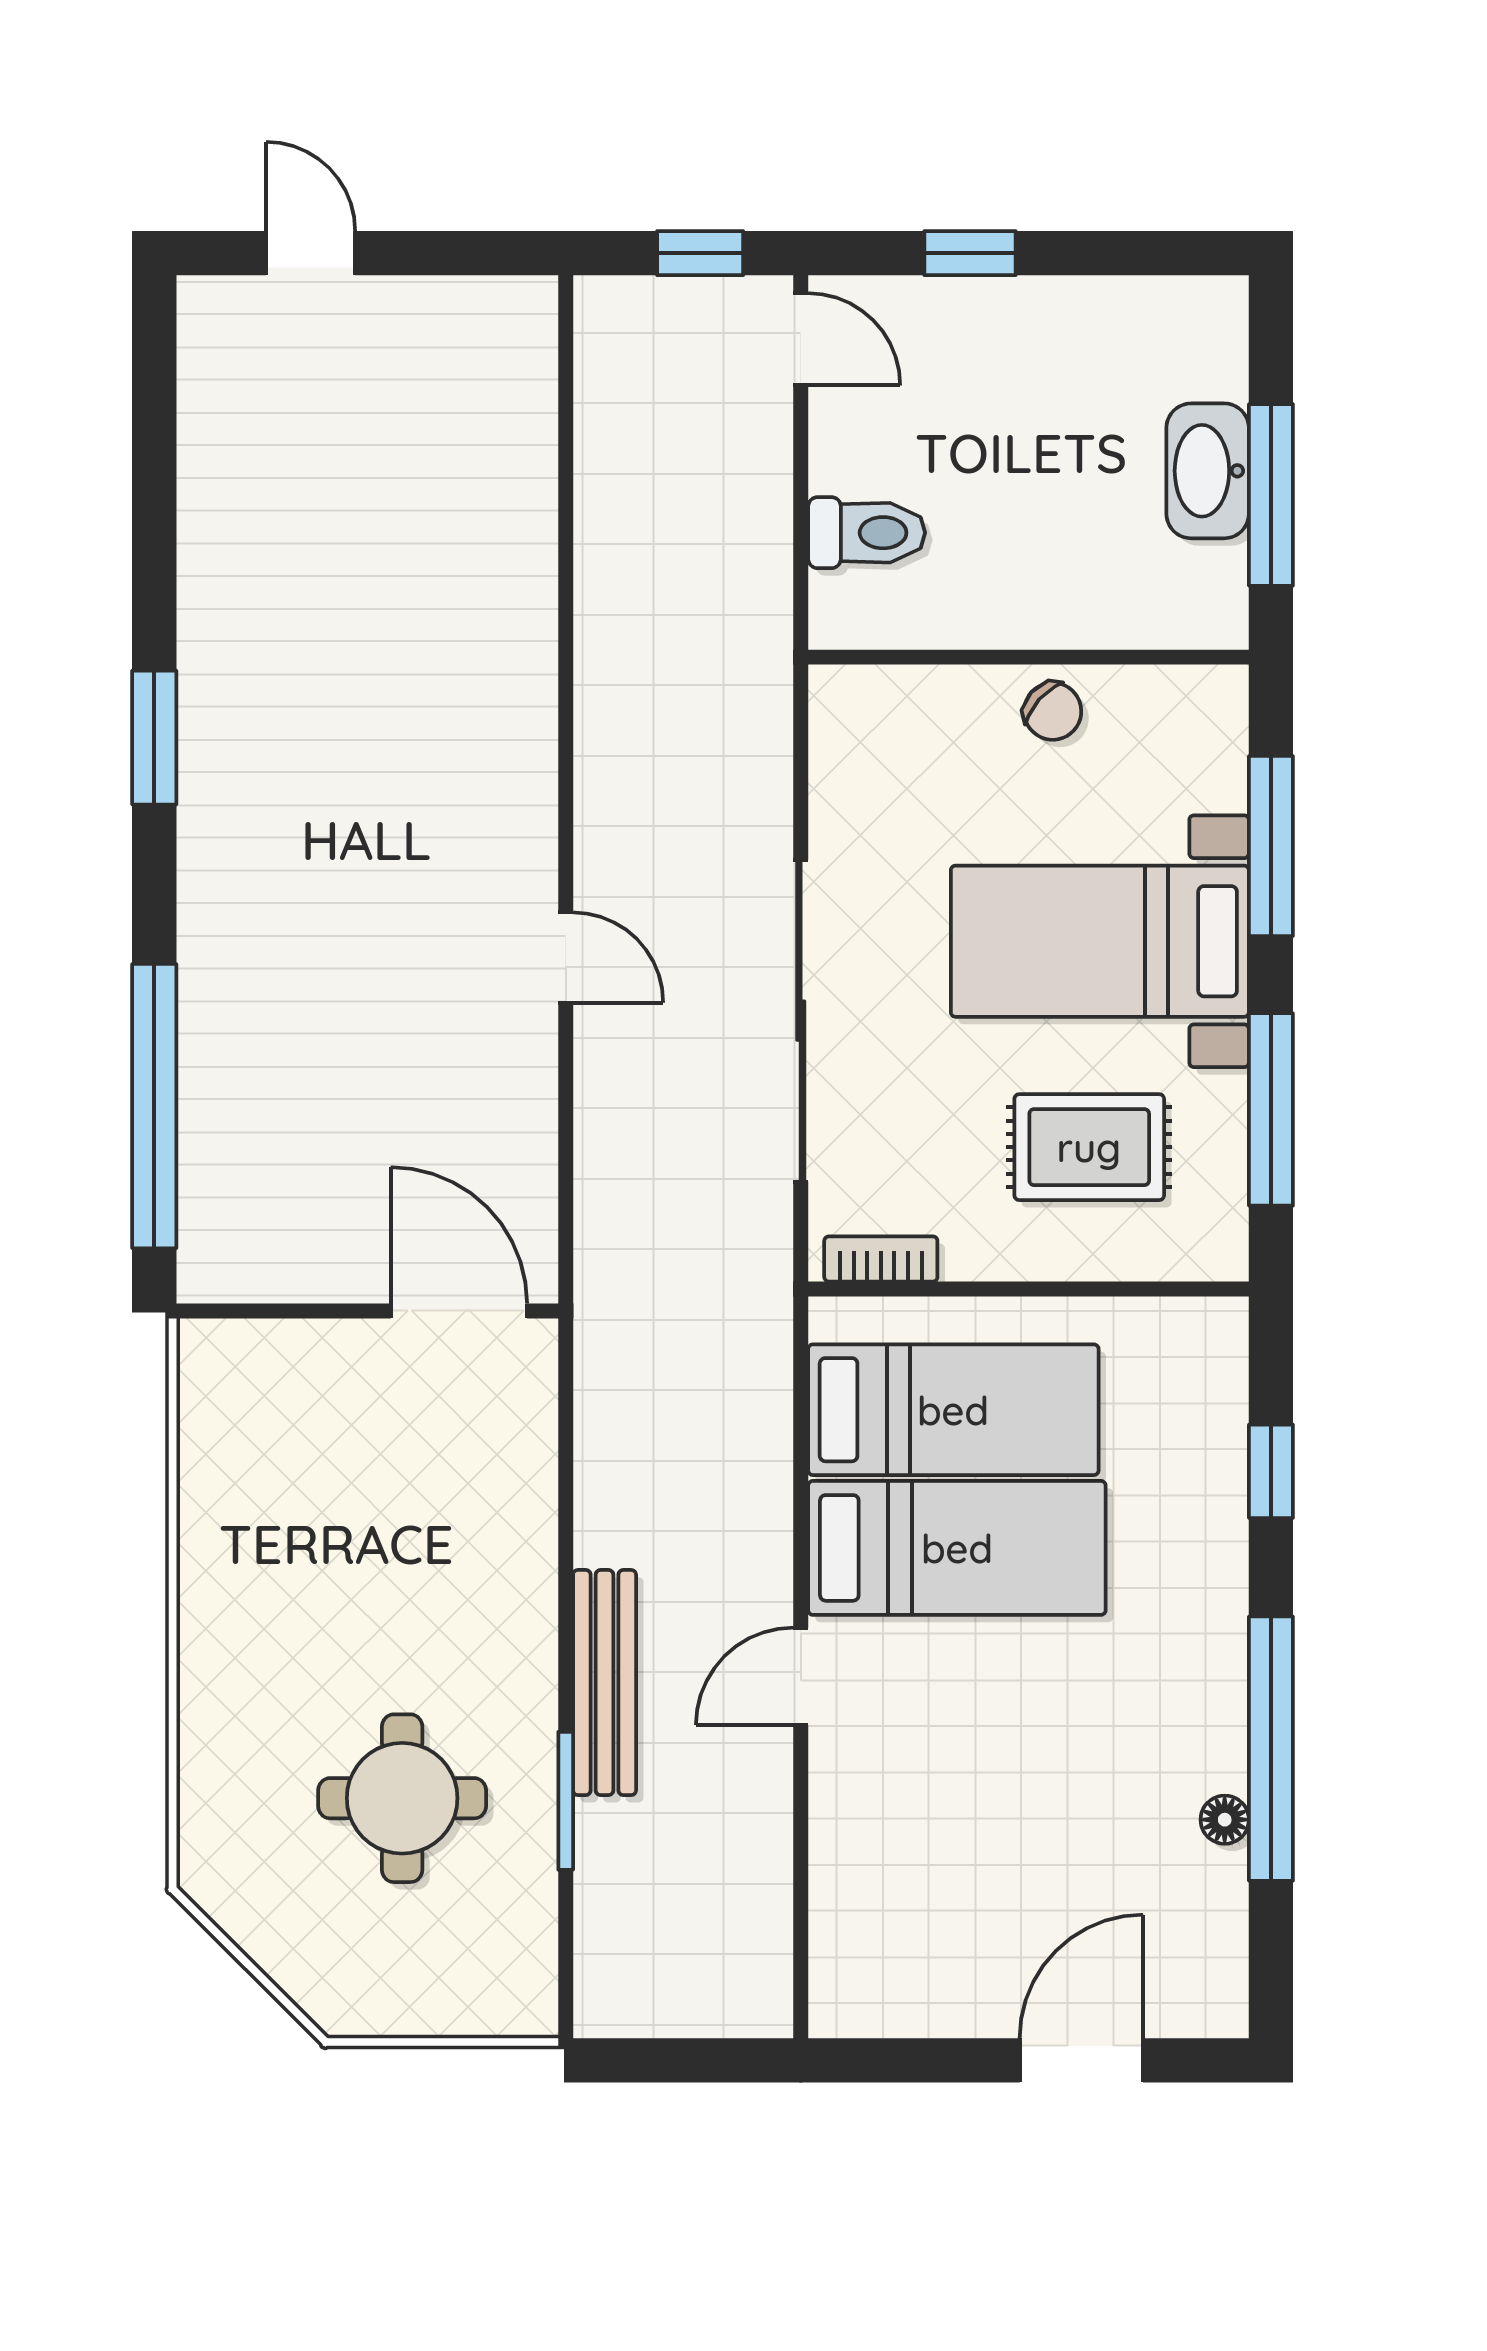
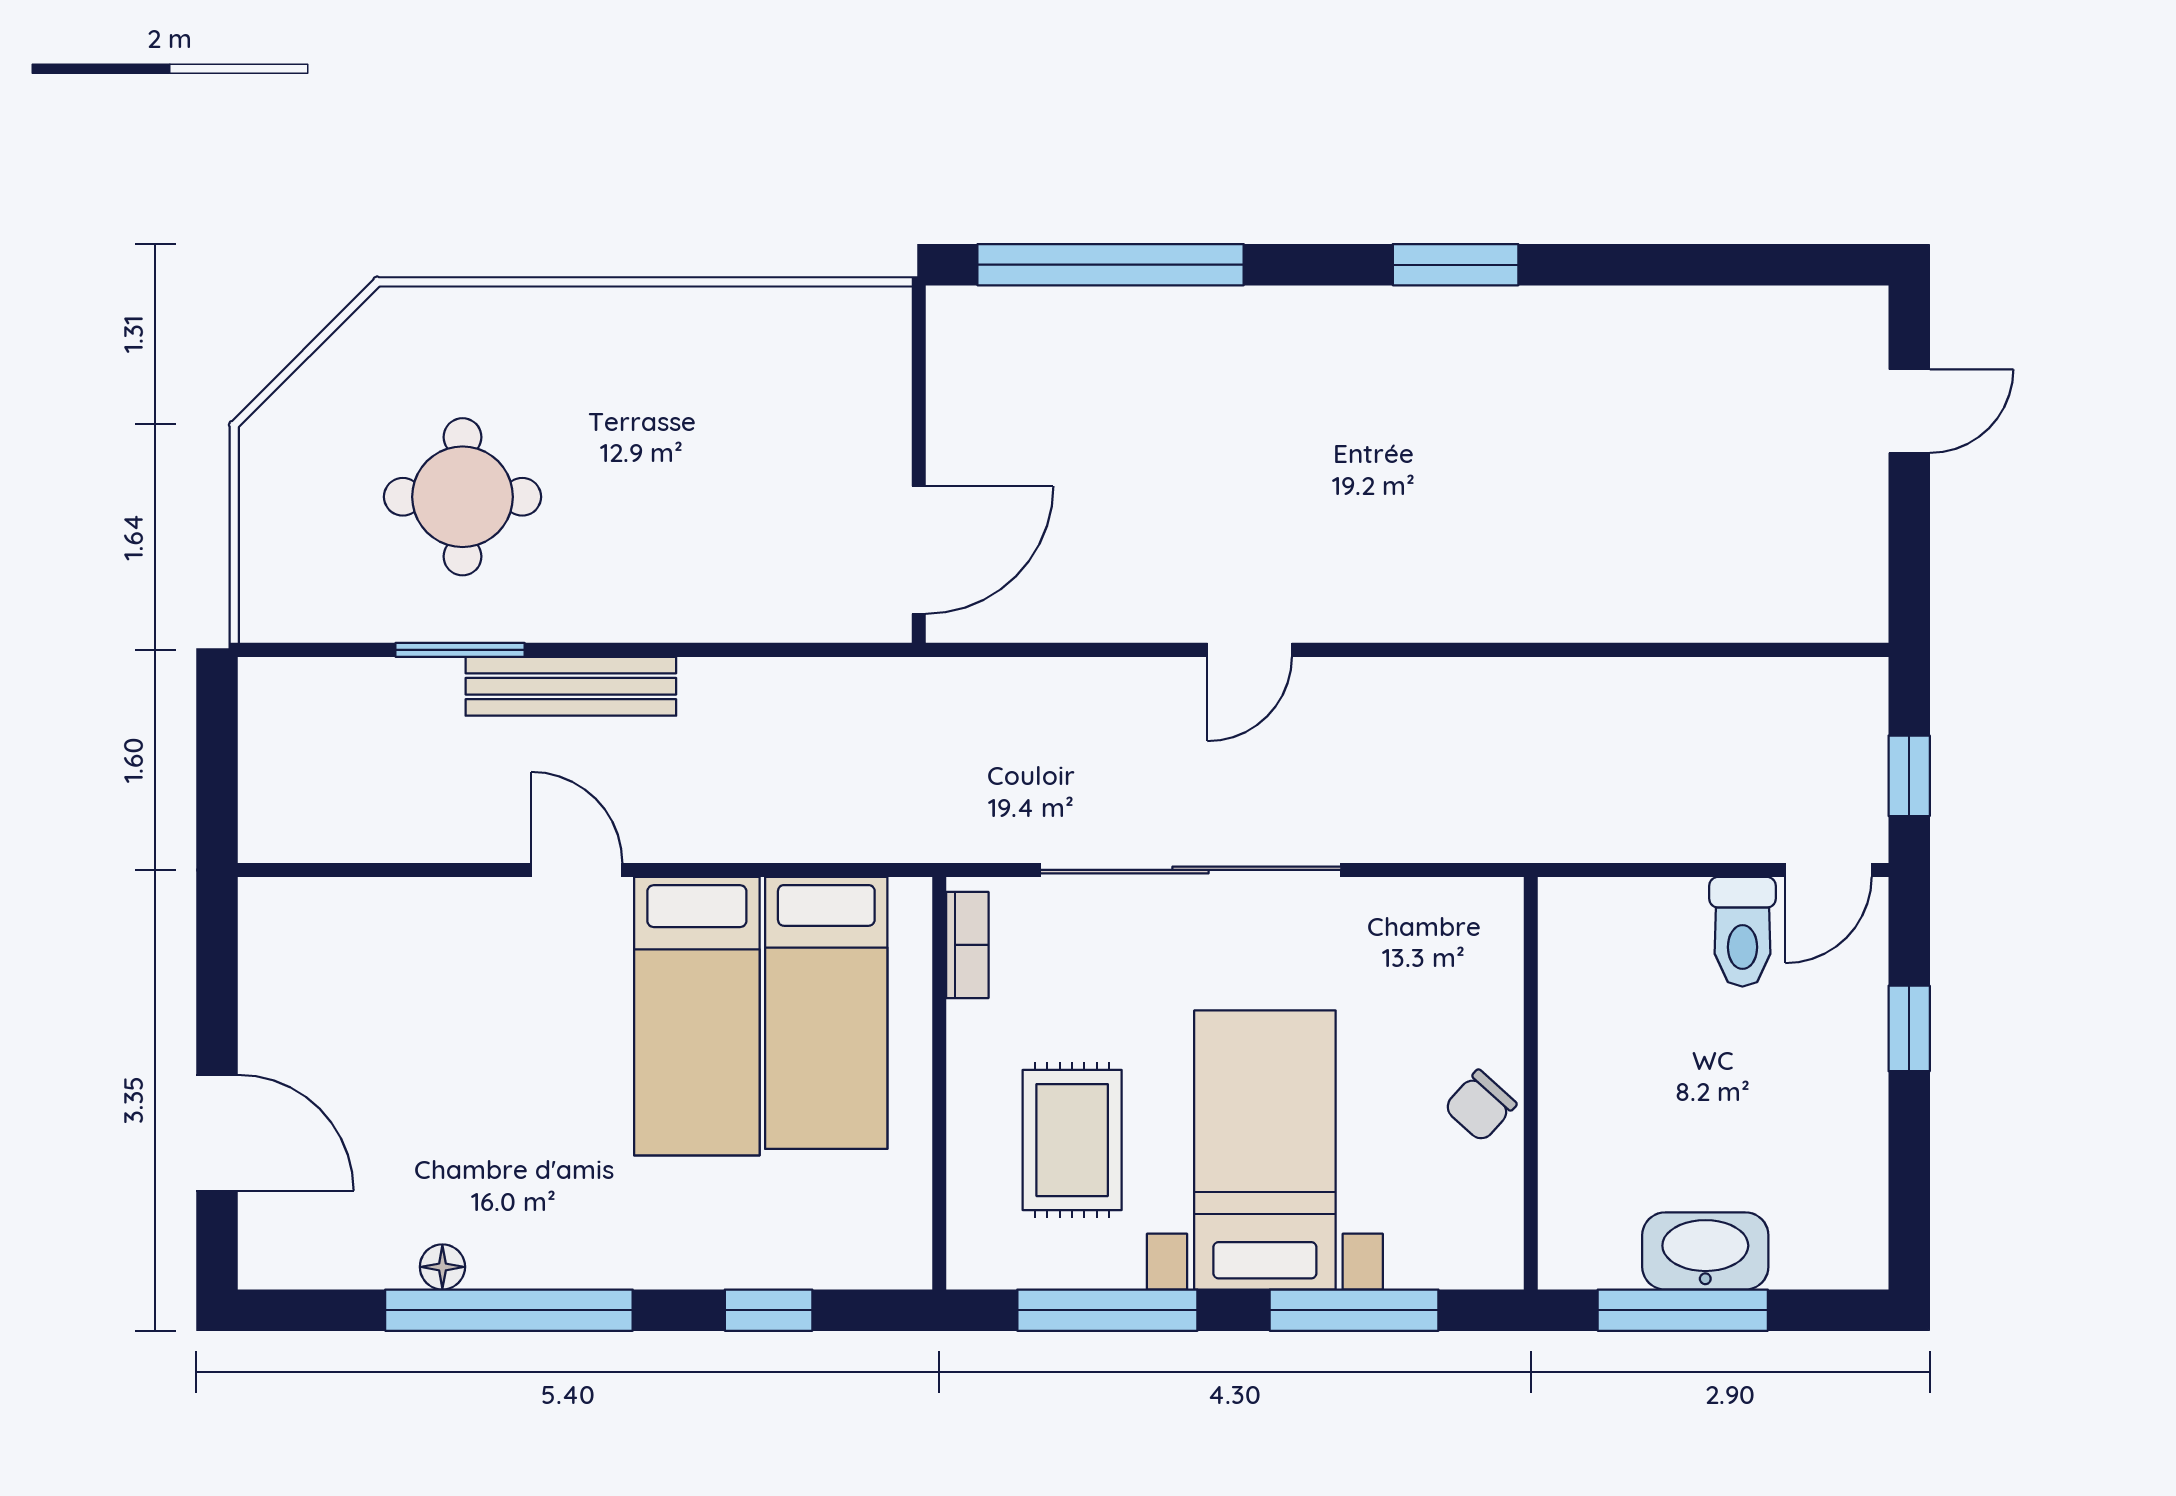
toilet: (867, 533) -> (1742, 932), moved

